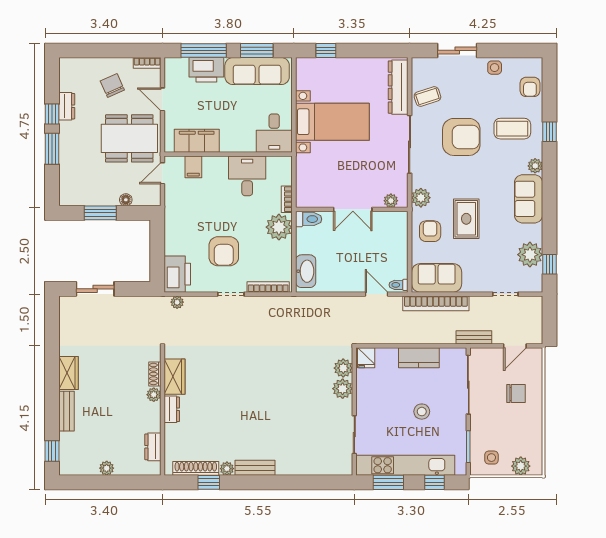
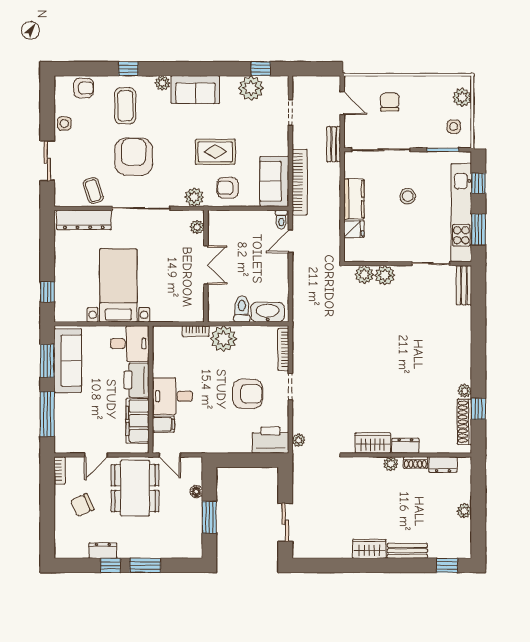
printer: (206, 70) -> (137, 380), moved, turned 180
desk: (247, 176) -> (172, 396), moved
toilet: (309, 219) -> (242, 309), moved
fridge: (366, 358) -> (354, 229), moved
shoe rack: (155, 374) -> (415, 463), moved
bench: (255, 468) -> (464, 285), moved

